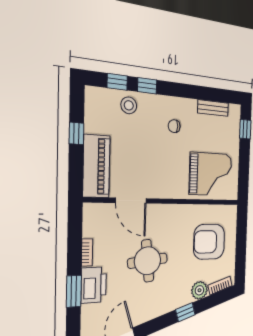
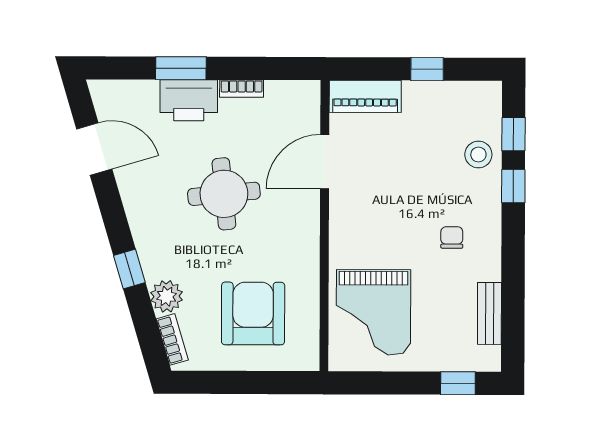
piano: (96, 166) -> (365, 96), width x0.73, depth x0.75

